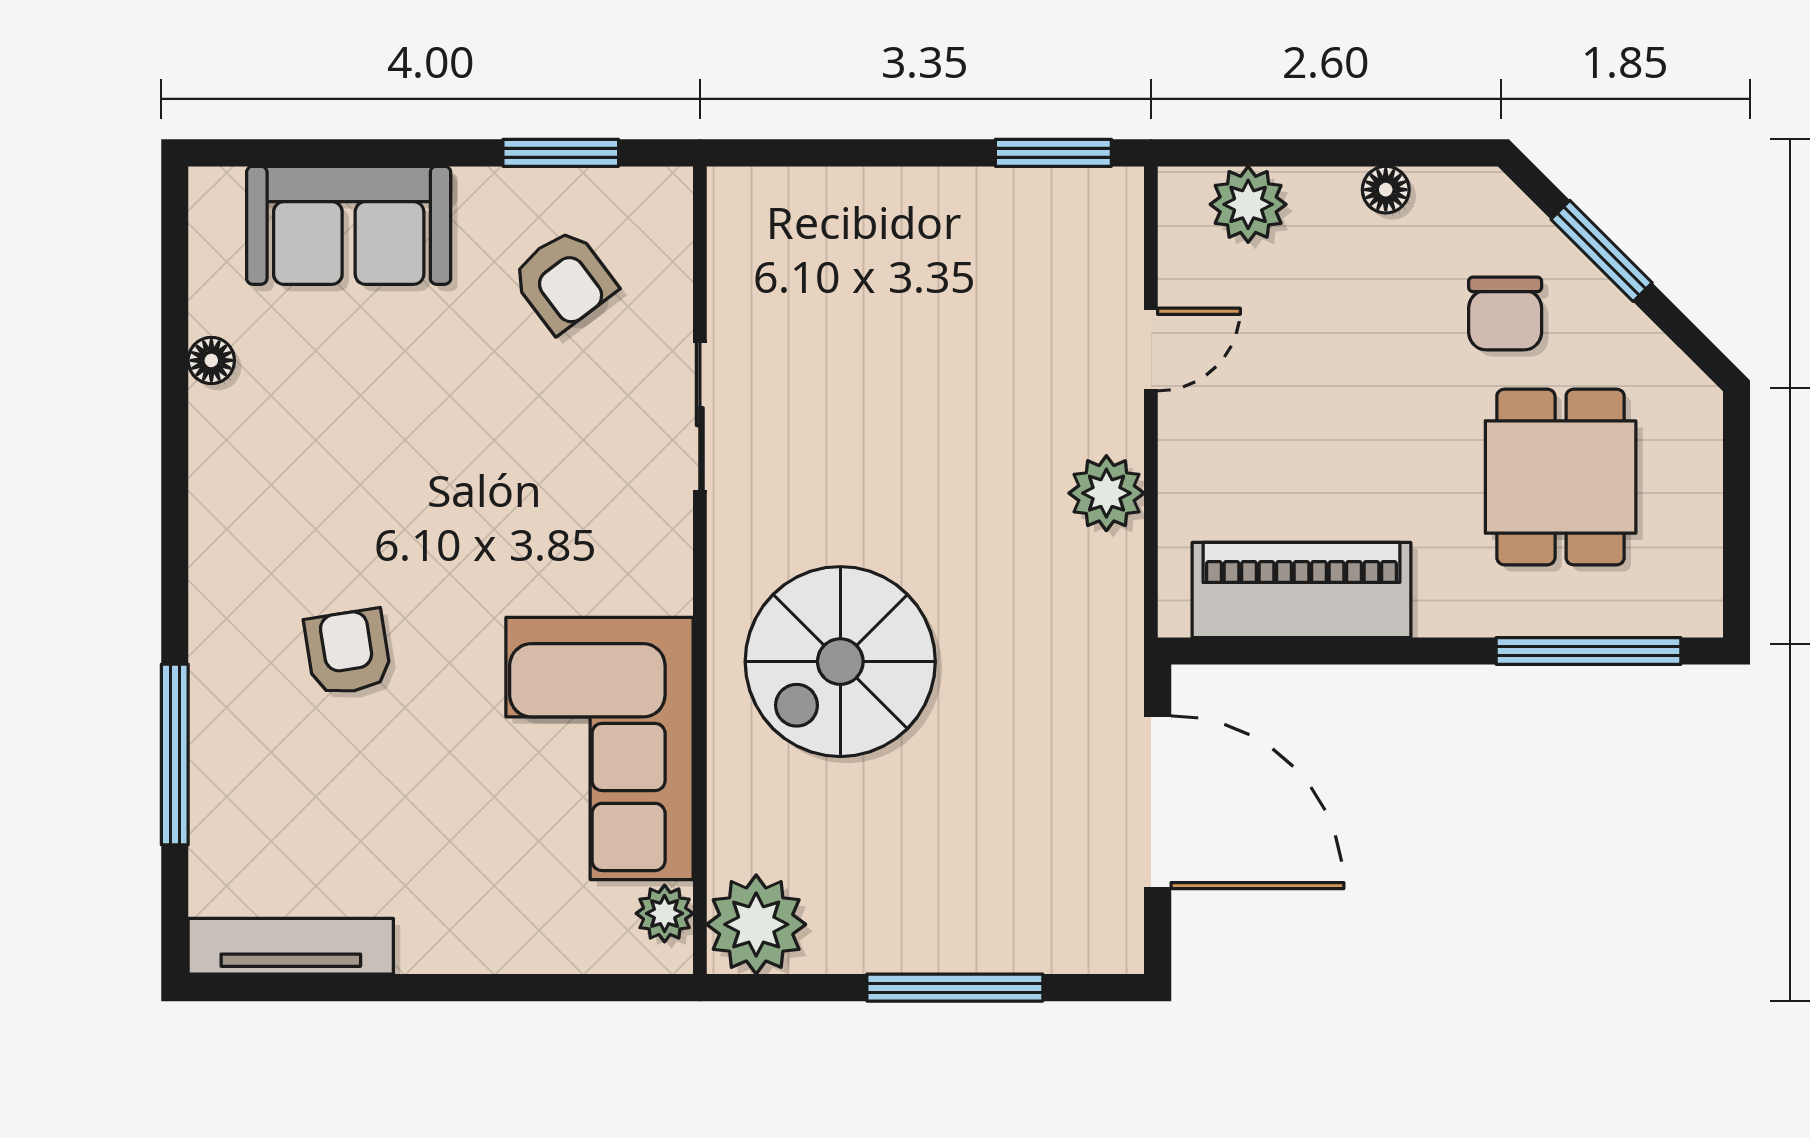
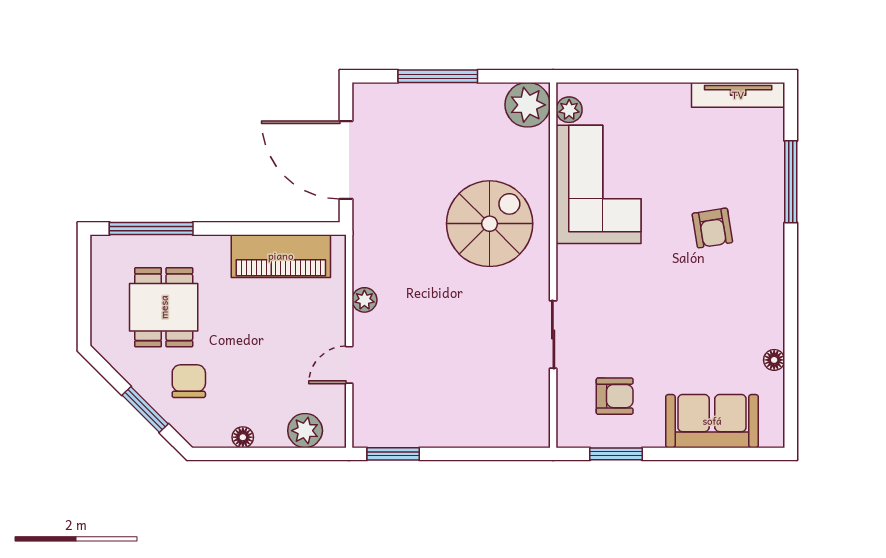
armchair: (564, 281) -> (615, 396), turned 127
plant: (1106, 493) -> (364, 300), width x0.73, depth x0.73

